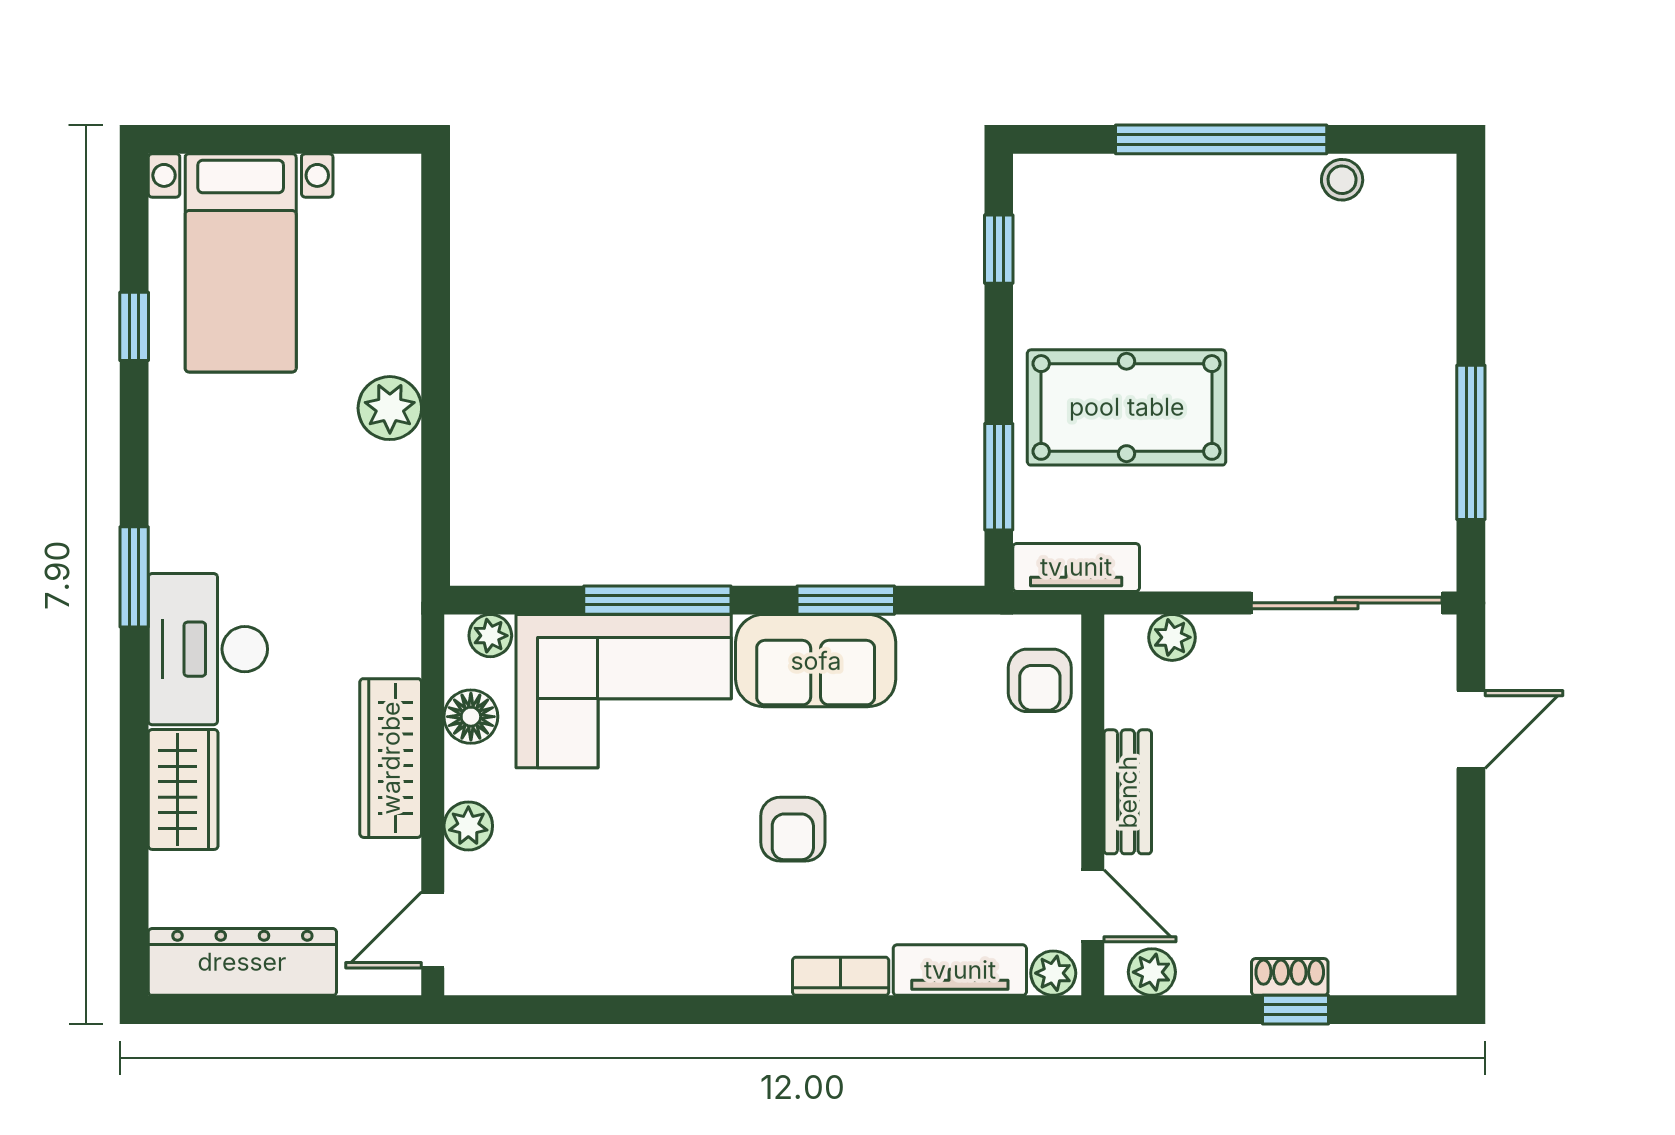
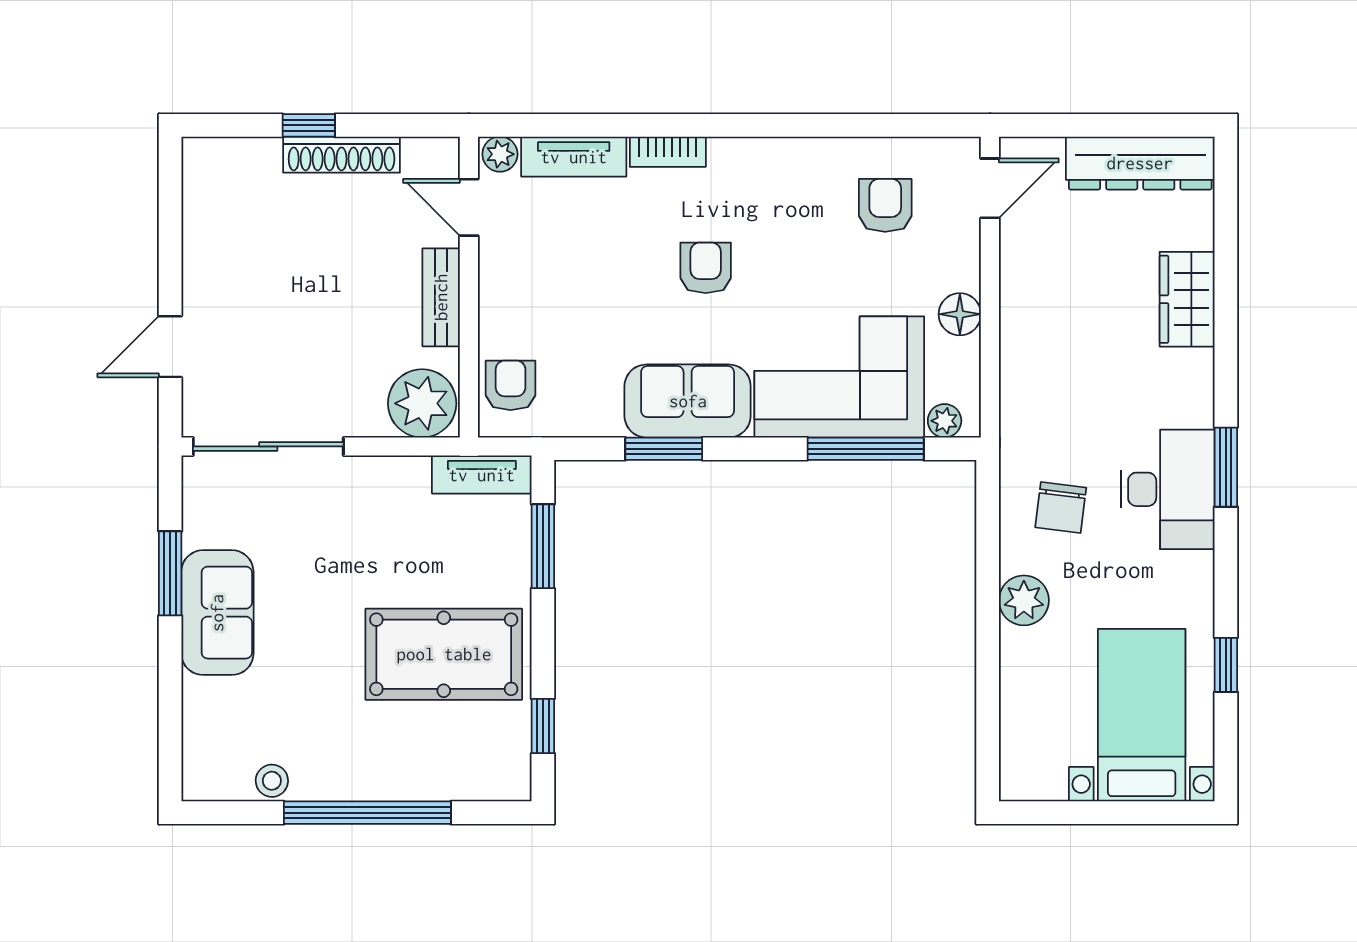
sofa: (1411, 393) -> (217, 613), added
pool table: (1127, 407) -> (444, 654), moved
window: (1471, 442) -> (170, 573), width x0.69
chair: (343, 526) -> (1061, 508), added
window: (657, 600) -> (866, 449), moved
plant: (1172, 637) -> (422, 403), width x1.87, depth x1.87
desk: (208, 649) -> (1168, 489), moved
floor lamp: (471, 717) -> (960, 314), moved
wardrobe: (391, 758) -> (1023, 324), removed
plant: (468, 826) -> (962, 270), removed
armchair: (565, 908) -> (885, 205), added
plant: (1152, 972) -> (422, 155), removed
shoe rack: (1290, 977) -> (342, 155), width x1.94, depth x1.24

